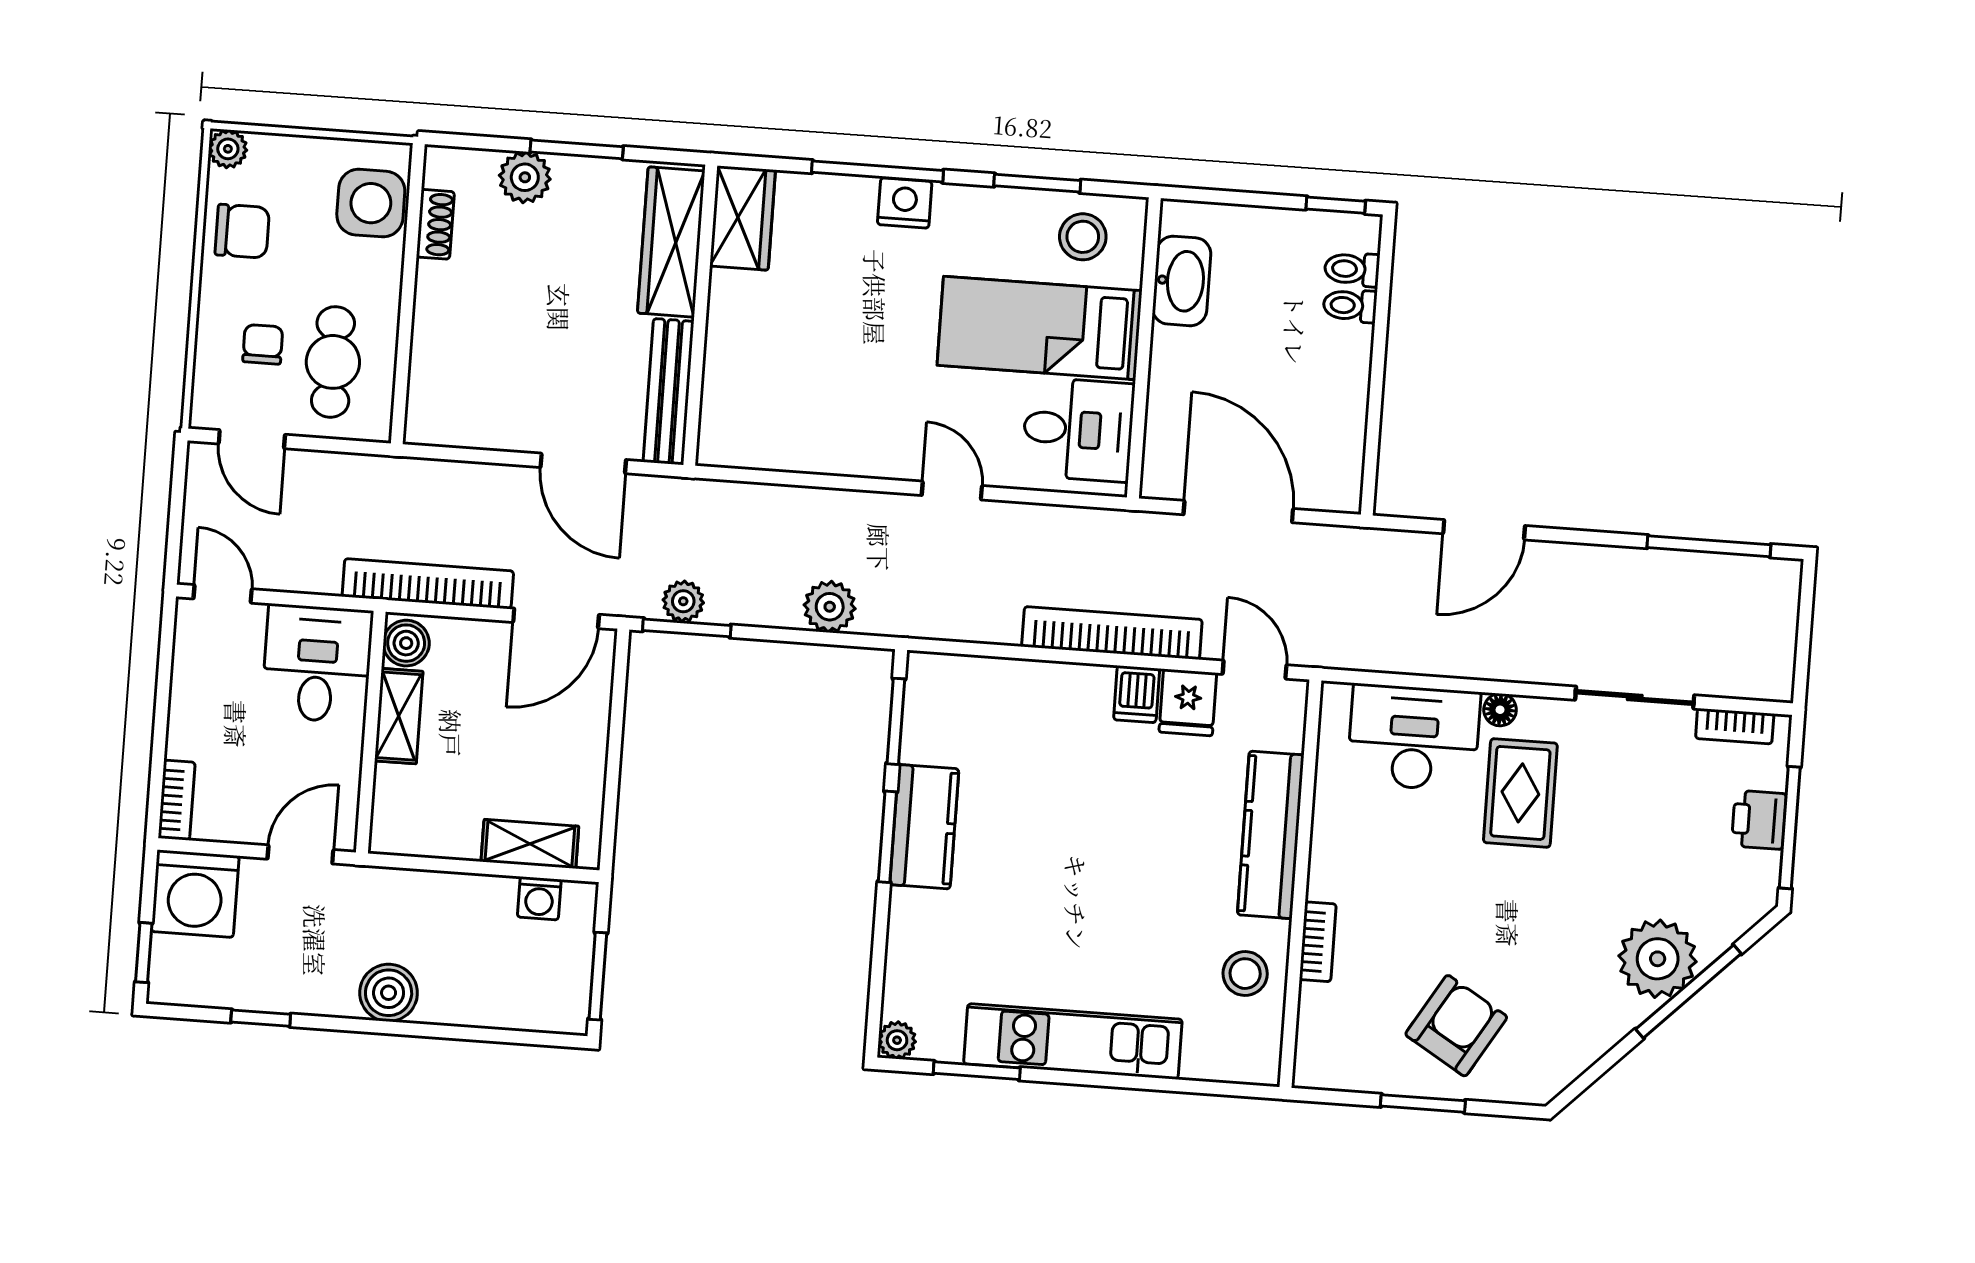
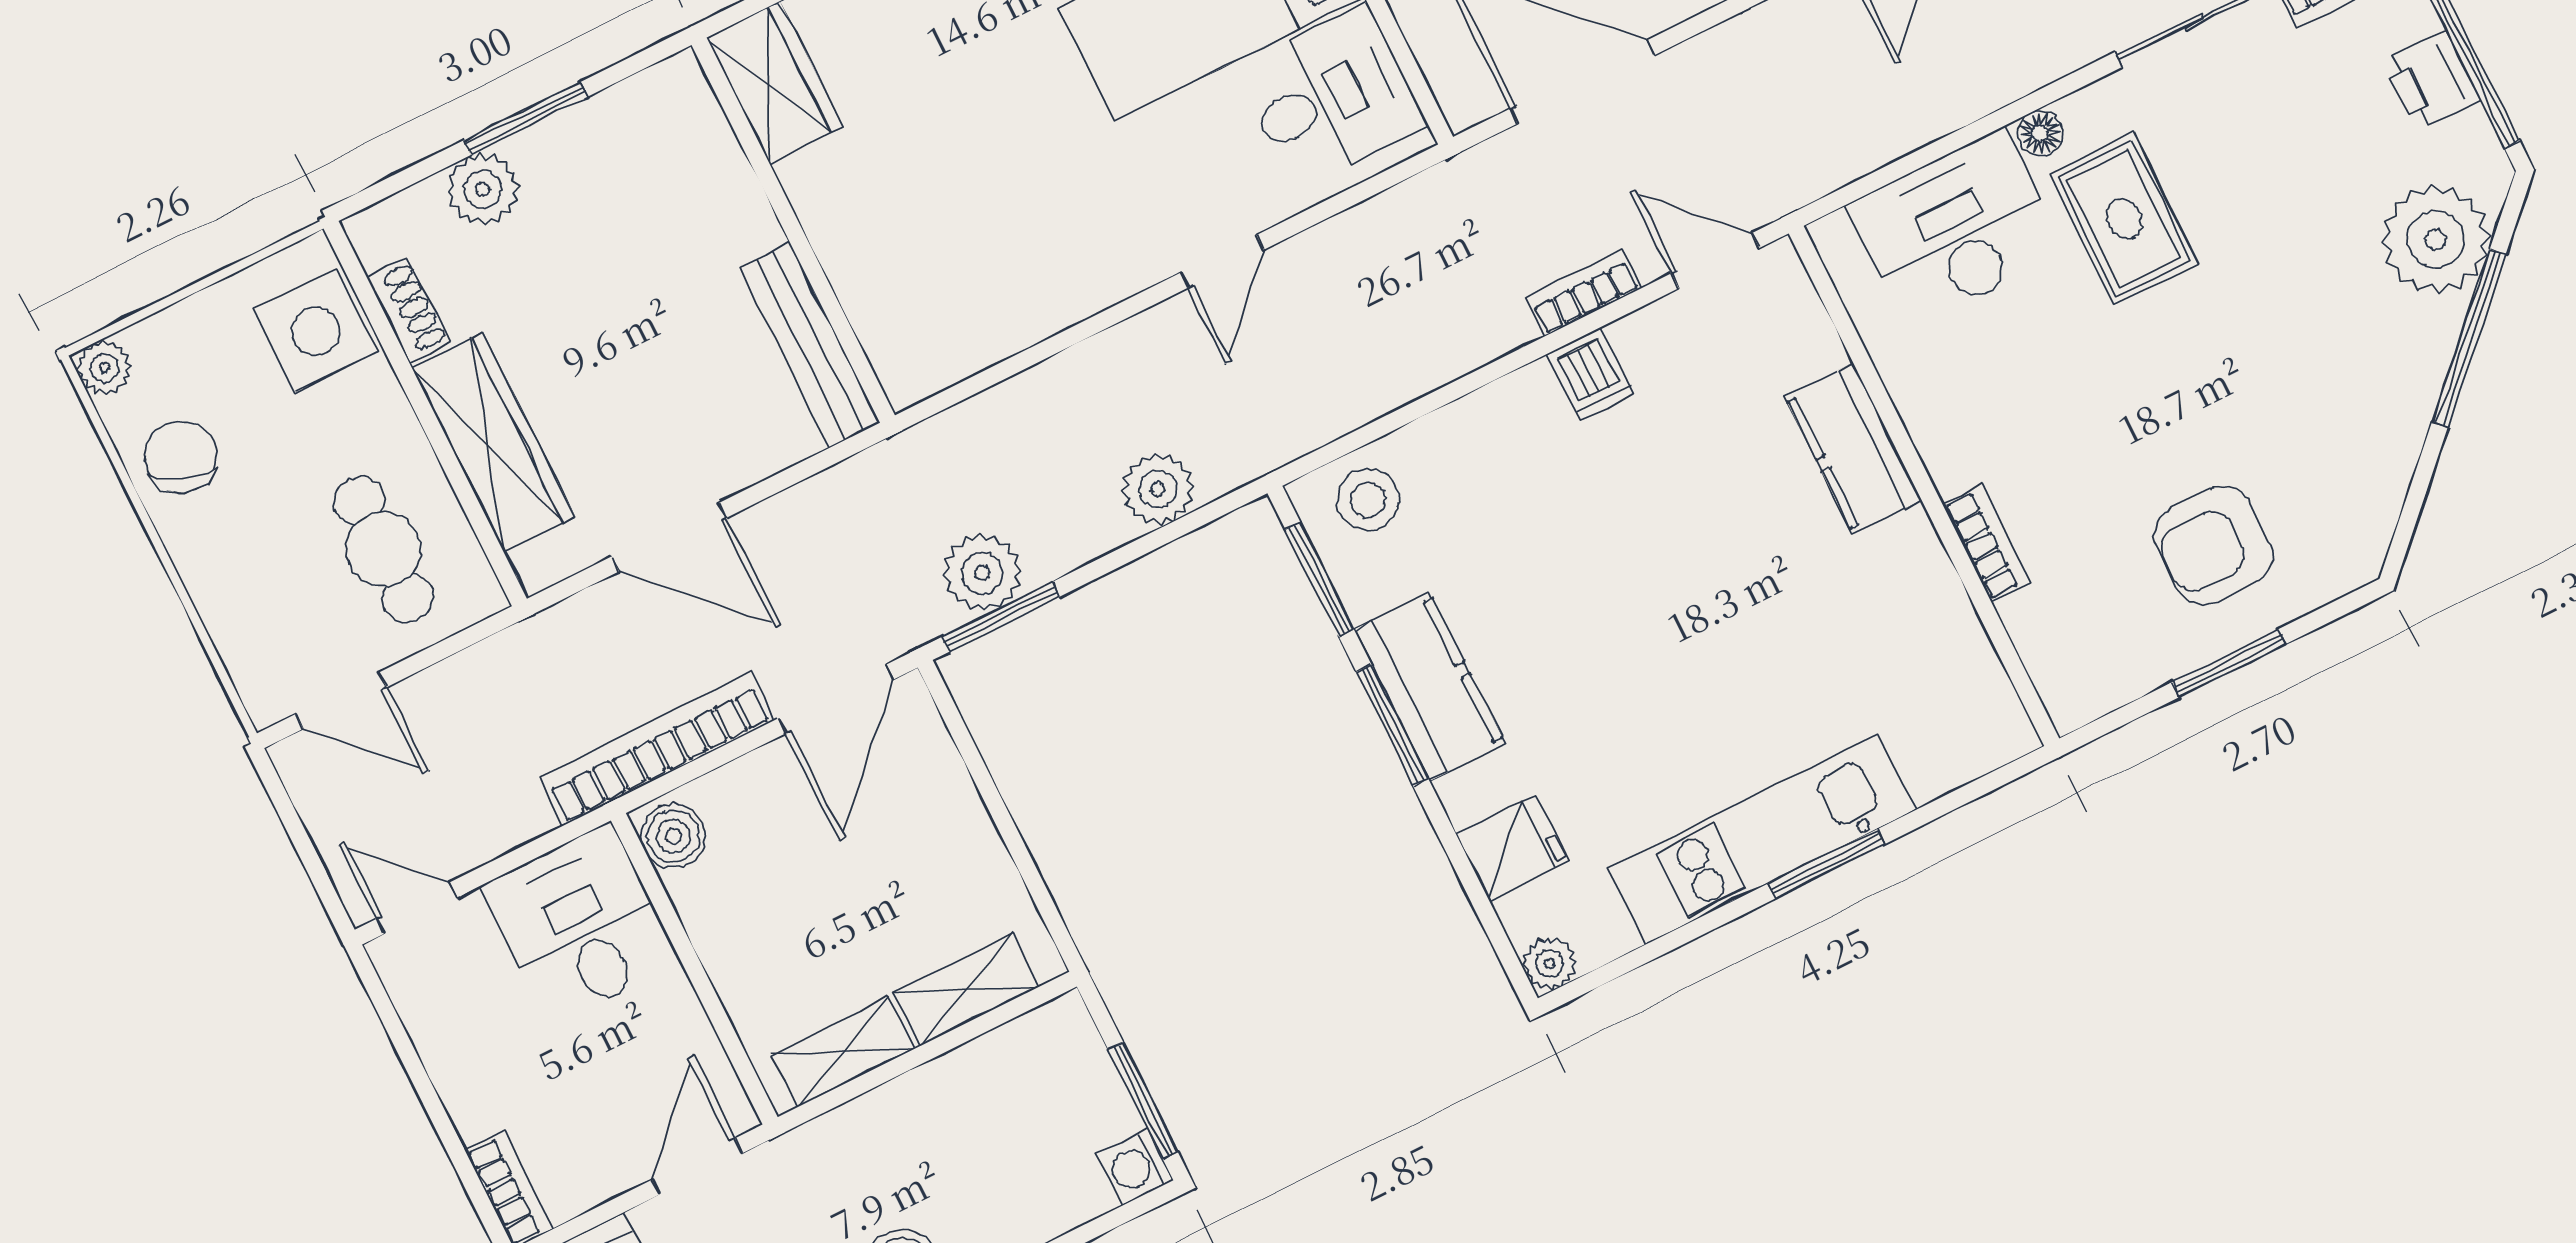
chair: (242, 231) -> (181, 457), turned -70
wardrobe: (671, 242) -> (493, 443), moved, turned 180
chair: (263, 344) -> (286, 578), removed
door: (583, 463) -> (669, 537), moved
door: (952, 491) -> (1222, 261), swing flipped
plant: (683, 601) -> (982, 573), width x1.38, depth x1.38
bookcase: (1112, 633) -> (1584, 293), width x0.43, depth x0.76
fridge: (1188, 702) -> (1512, 848), moved, turned -90
shelving: (399, 716) -> (844, 1051), moved, turned 90
kitchen counter: (1271, 835) -> (1853, 448), width x0.67
washing machine: (539, 898) -> (1135, 1167), moved, turned 90
plant: (1658, 959) -> (2436, 239), moved
stool: (1245, 974) -> (1368, 500), moved
armchair: (1456, 1026) -> (2213, 546), turned -121
window: (977, 1071) -> (1826, 864), moved

